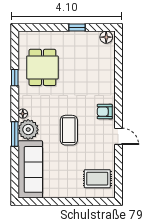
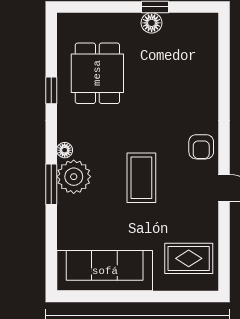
floor lamp: (106, 37) -> (152, 23), moved
armchair: (105, 112) -> (201, 147), turned -90
sofa: (30, 169) -> (105, 271), moved, turned -90

